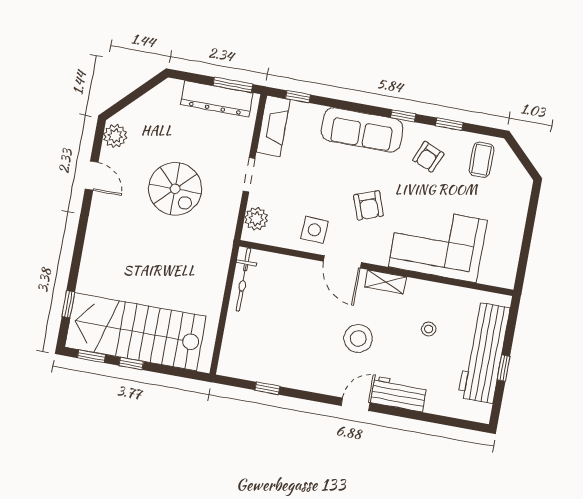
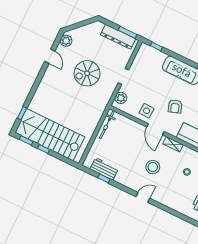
fireplace: (273, 126) -> (141, 57), removed
spiral stairs: (175, 189) -> (87, 73), turned 90
workbench: (399, 394) -> (104, 169), moved

